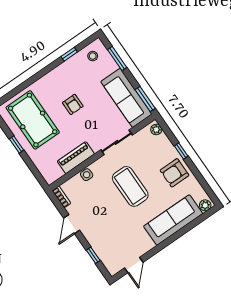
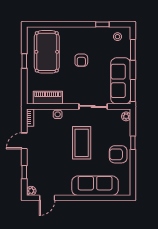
piano: (76, 158) -> (48, 98), moved
plant: (205, 205) -> (31, 191), moved

